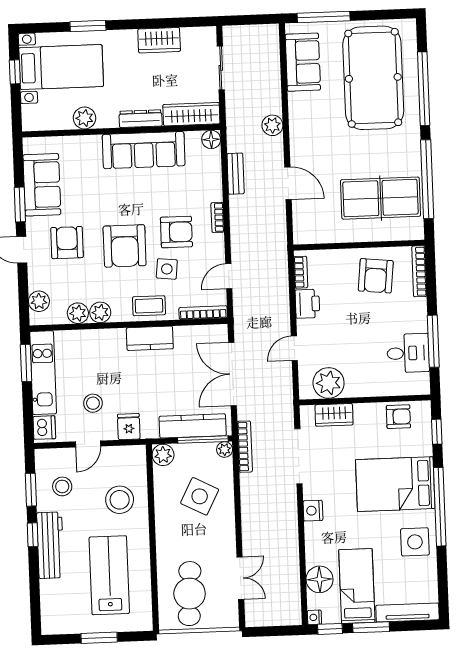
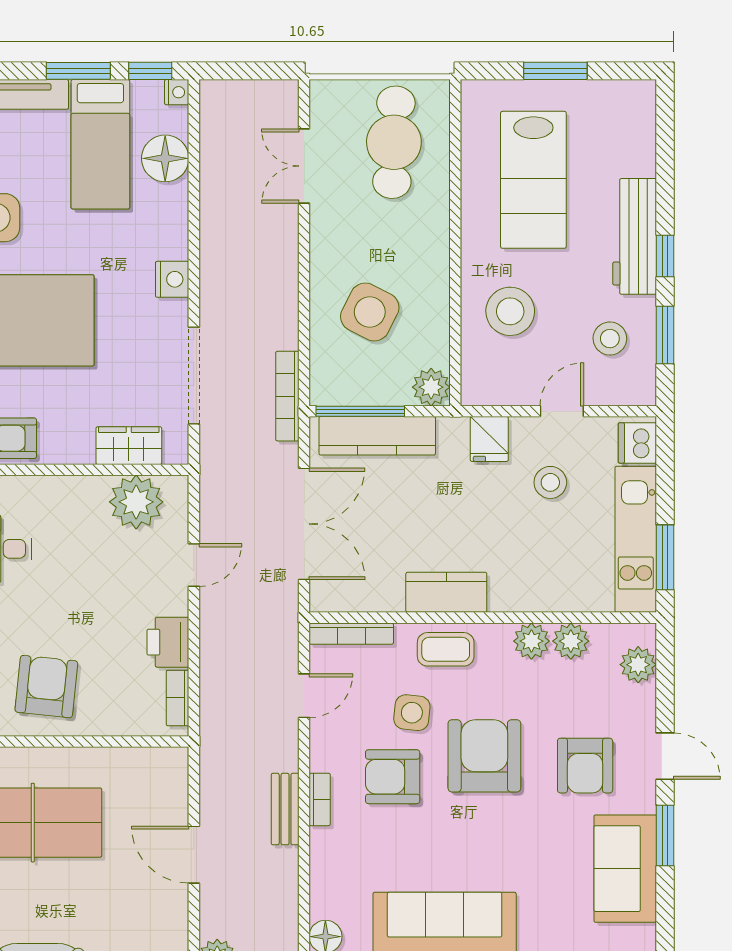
bench: (236, 174) -> (285, 809), moved
plant: (225, 449) -> (323, 392), removed

